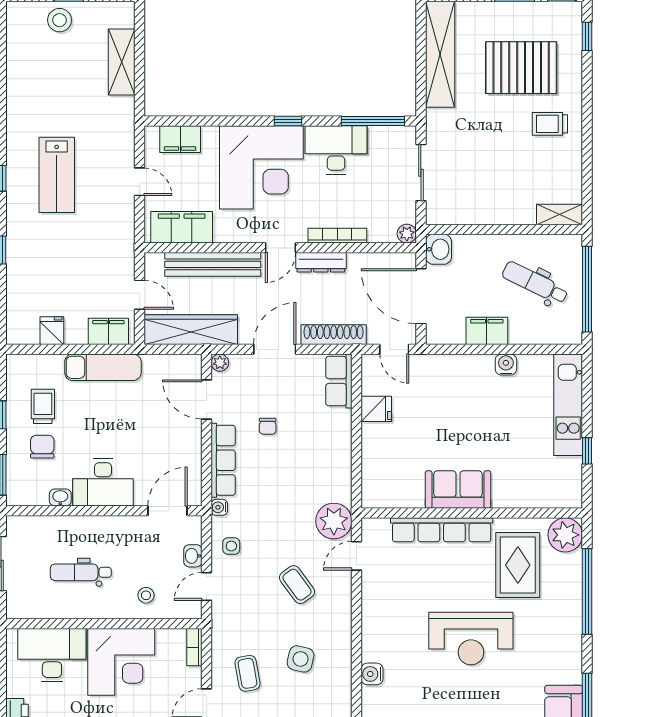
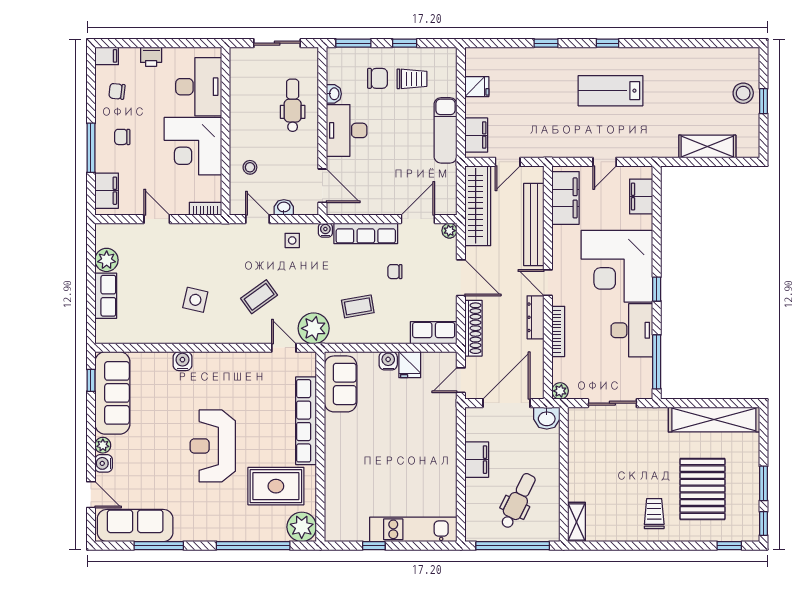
water cooler: (506, 365) -> (388, 361), moved, turned -90
sofa: (458, 490) -> (341, 384), moved
dental chair: (81, 572) -> (293, 105), moved
coffee table: (247, 673) -> (358, 306), moved

